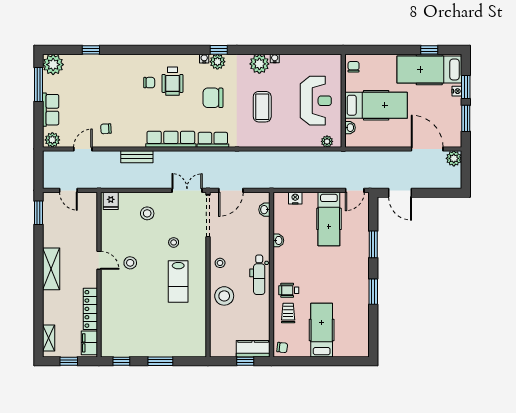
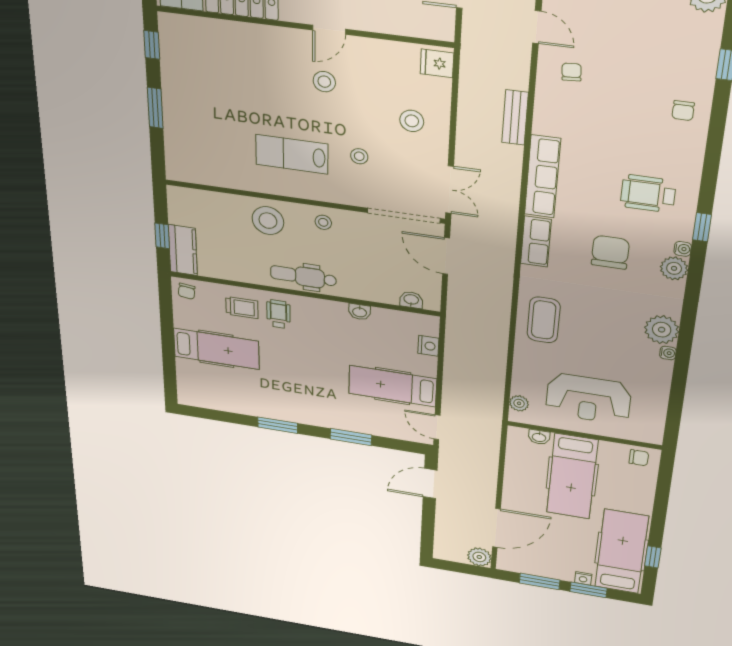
window: (219, 50) -> (702, 227), moved
chair: (149, 83) -> (683, 111), moved
coffee table: (262, 107) -> (544, 320), moved, turned 90

